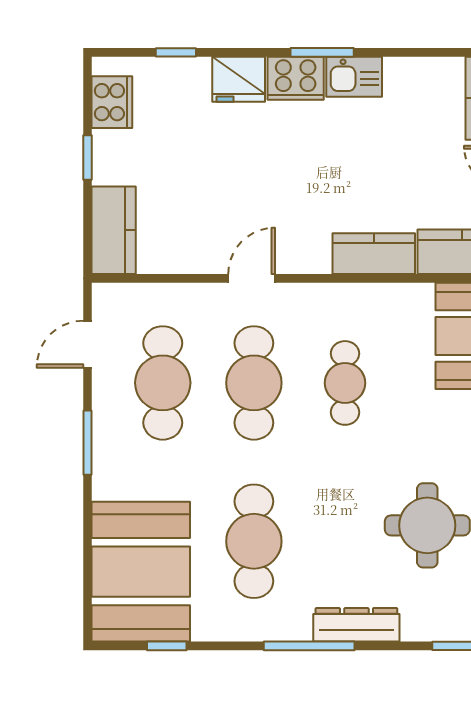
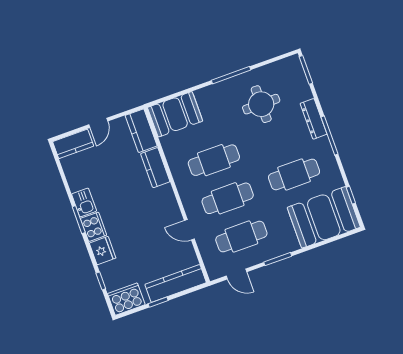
cooker: (112, 102) -> (126, 299), width x1.37, depth x1.31
kitchen counter: (114, 230) -> (176, 283), width x1.50
door: (252, 278) -> (189, 230), moved
cafe table: (345, 383) -> (214, 160), width x1.37, depth x1.35

